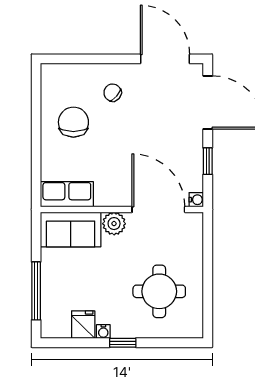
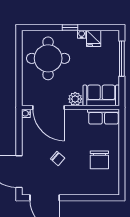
chair: (113, 93) -> (58, 159), moved
window: (208, 161) -> (19, 136), removed
round table: (159, 291) -> (48, 58), width x1.36, depth x1.36

